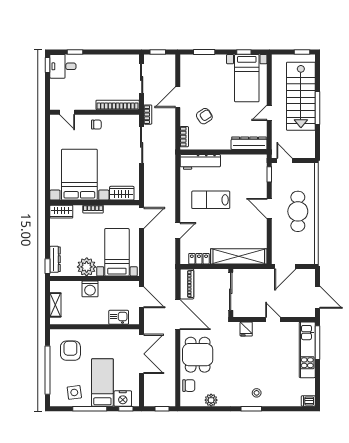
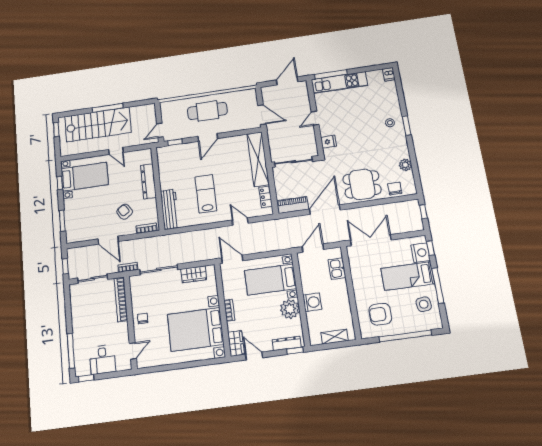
window: (75, 52) -> (71, 351), width x2.17
desk: (63, 66) -> (103, 360), moved
dresser: (249, 143) -> (148, 181), moved
wardrobe: (122, 193) -> (194, 274), moved, turned -90
lab bench: (211, 200) -> (206, 194), turned 180
door: (48, 227) -> (254, 356), added

